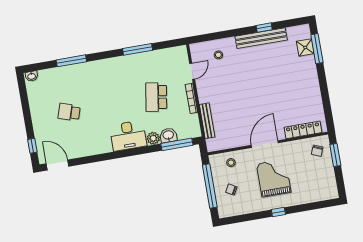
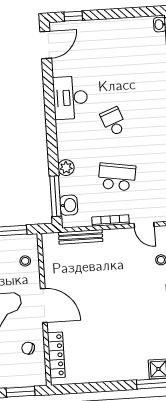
school desk: (69, 112) -> (113, 122), moved, turned -39
washbasin: (168, 135) -> (69, 205), moved
desk: (128, 136) -> (70, 98), moved
chair: (317, 151) -> (28, 348), moved

